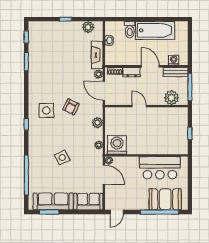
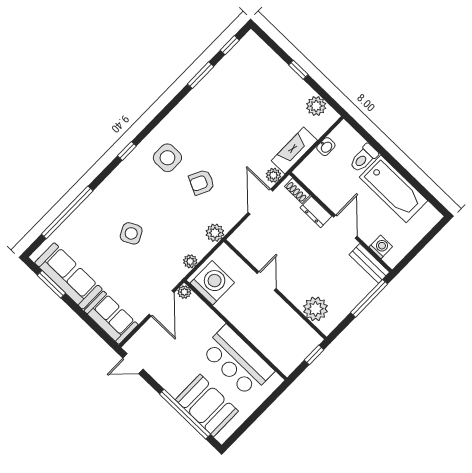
plant: (171, 98) -> (315, 309), moved
door: (139, 106) -> (267, 281), moved
wall: (146, 106) -> (275, 289), moved

